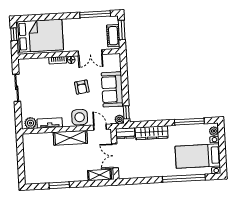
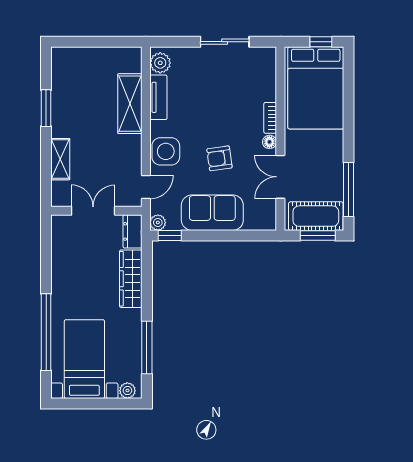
cot: (113, 36) -> (316, 216), width x1.37, depth x1.34
shelving: (70, 138) -> (130, 104), moved
shelving: (100, 175) -> (60, 159), moved

